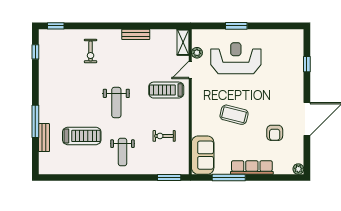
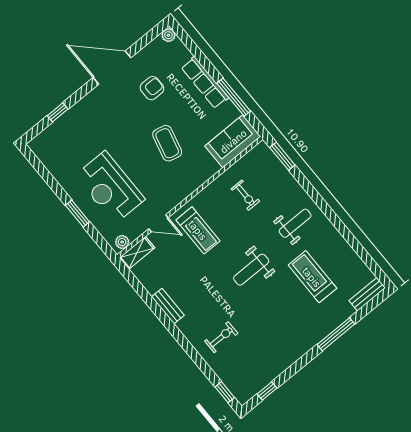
plant: (197, 53) -> (122, 242), moved
weight bench: (116, 102) -> (251, 270), turned 180
bench: (44, 138) -> (367, 294), moved

